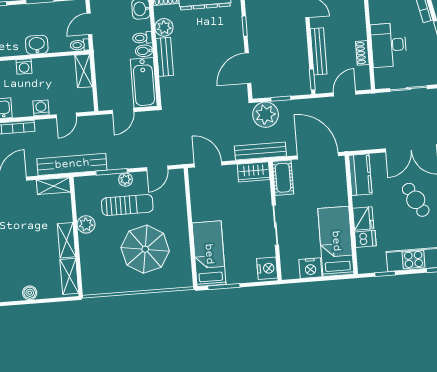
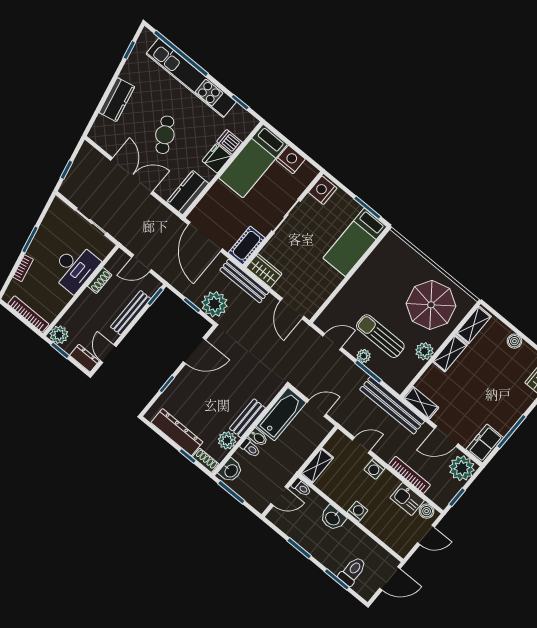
parasol: (145, 249) -> (431, 305), moved

